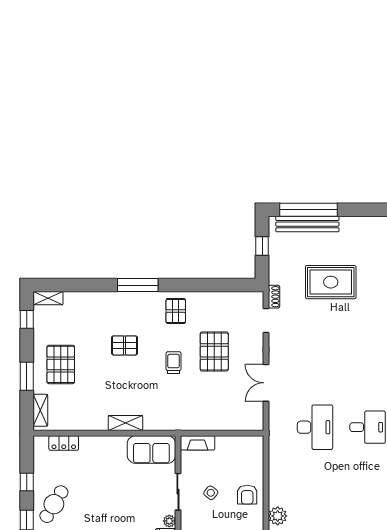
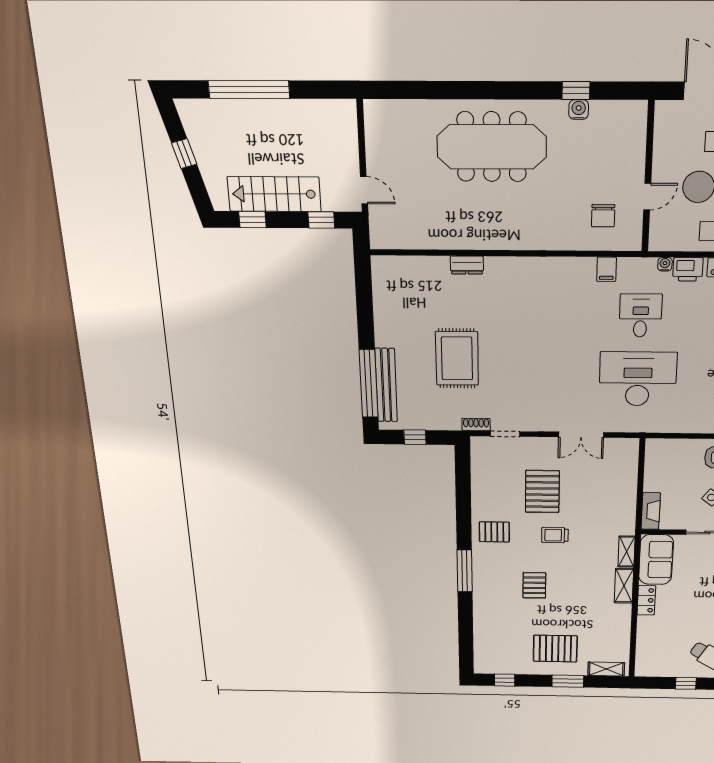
shelving: (48, 298) -> (627, 552), moved
pallet: (214, 352) -> (542, 492), turned 90
desk: (315, 427) -> (638, 379), width x1.36, depth x1.30
locker: (64, 443) -> (646, 600), moved

